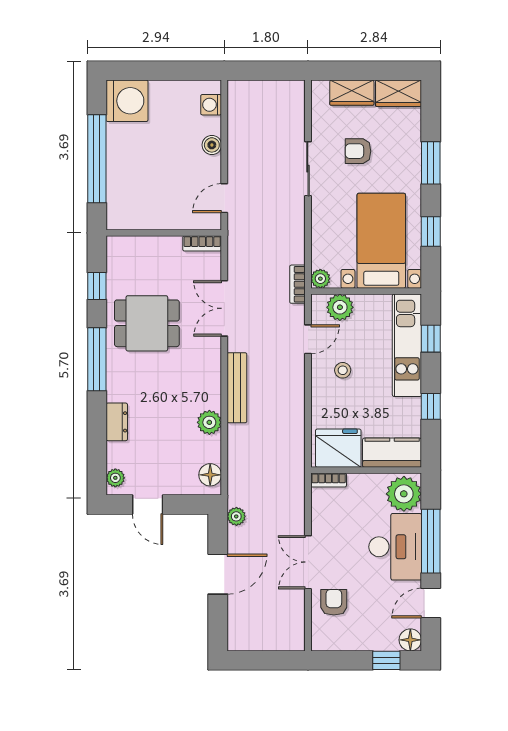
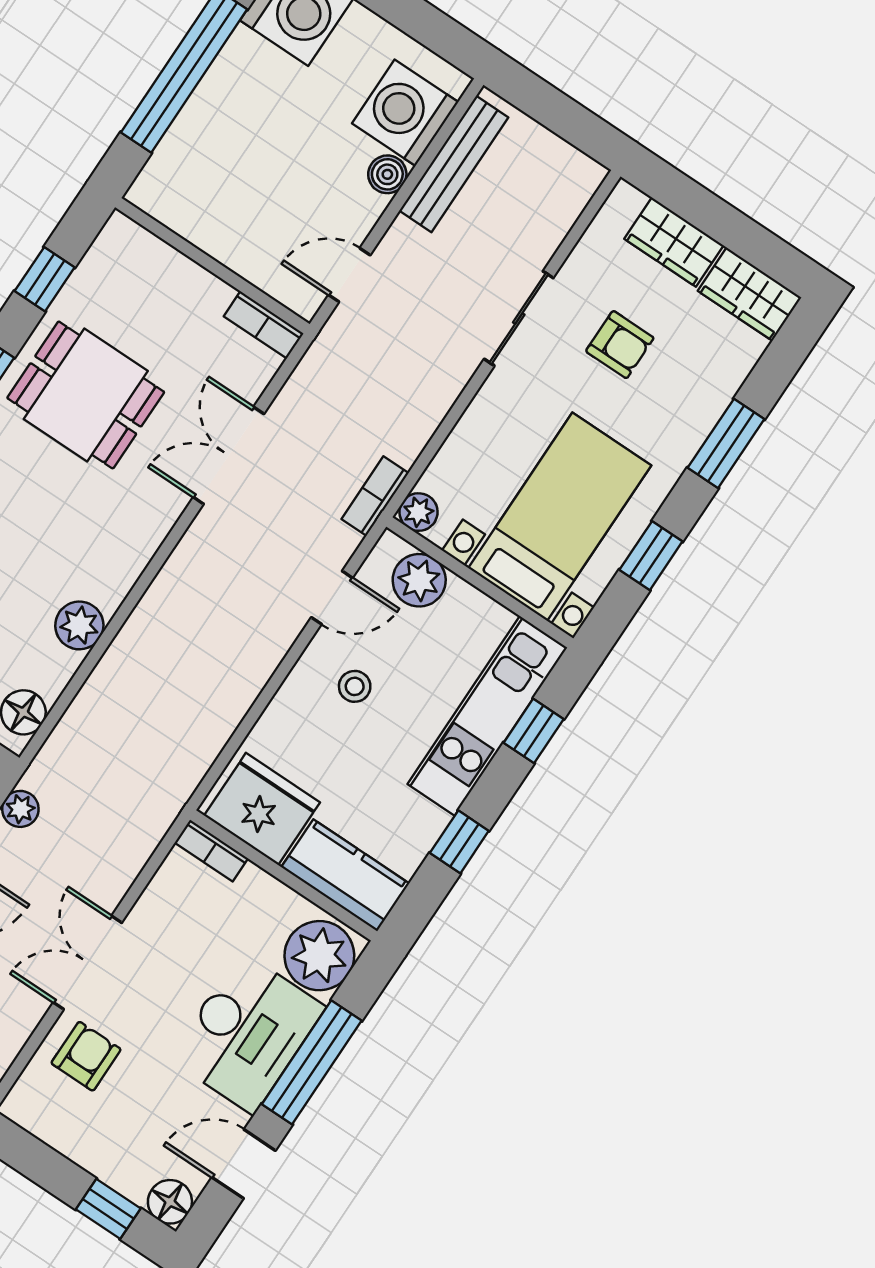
washing machine: (211, 105) -> (405, 113), width x1.89, depth x1.89
armchair: (358, 151) -> (620, 345), turned 180
bench: (237, 388) -> (454, 164), moved

